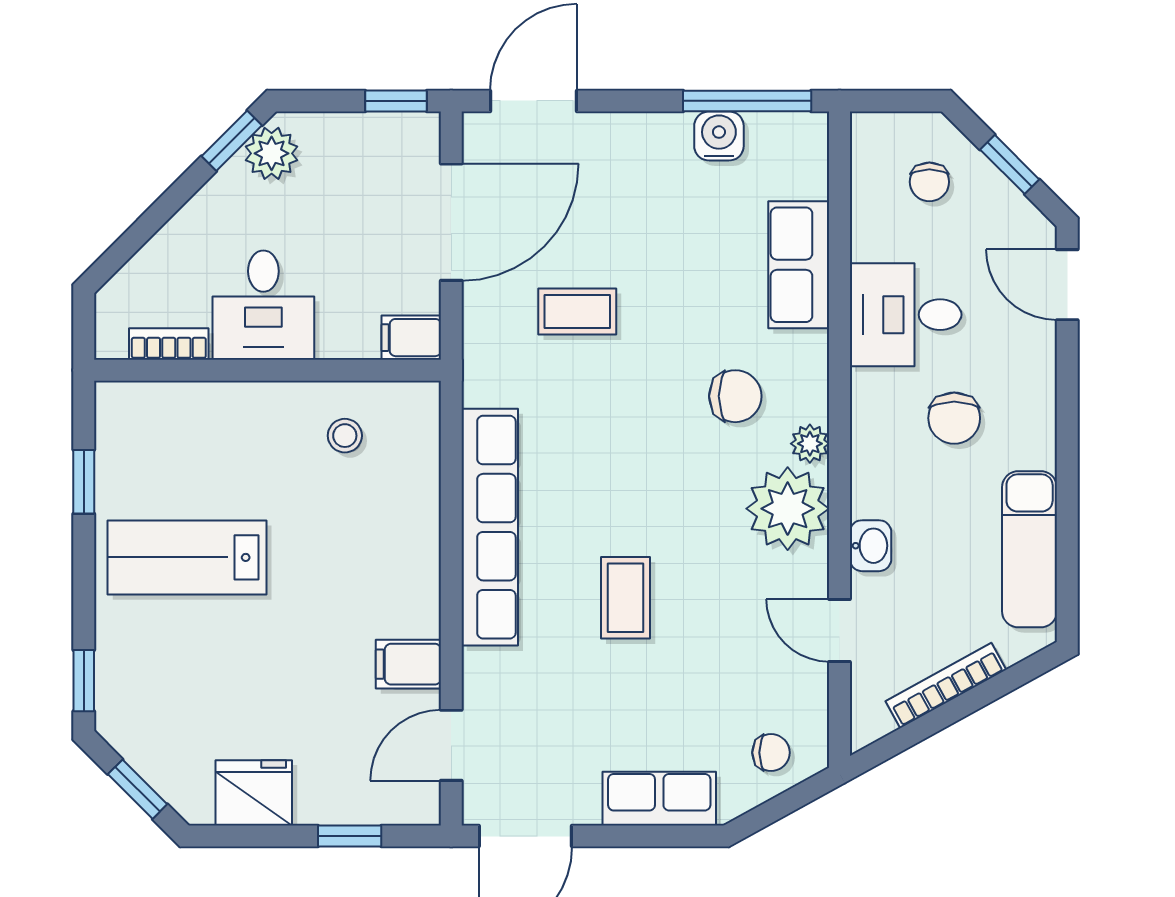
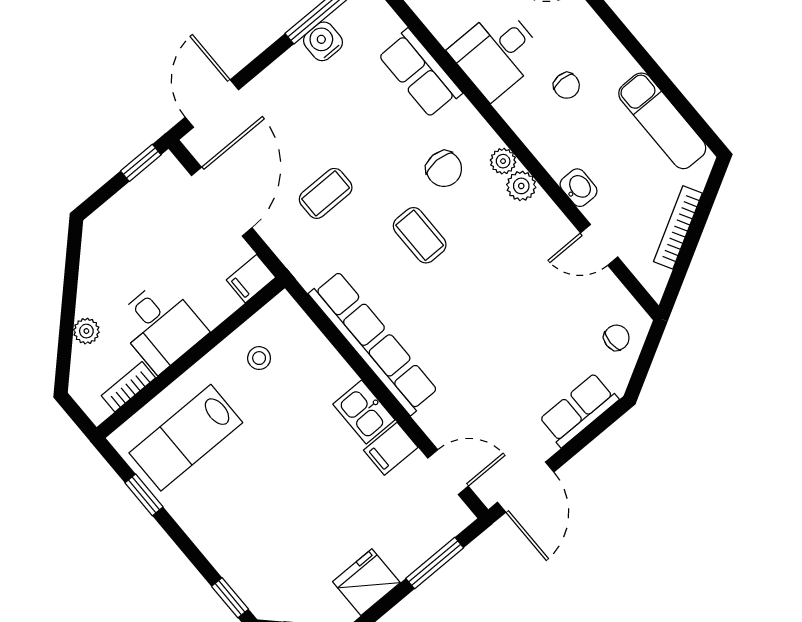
window: (232, 141) -> (73, 254), removed
plant: (272, 153) -> (86, 331), moved, width x0.73, depth x0.73
chair: (735, 396) -> (444, 169), turned 90
chair: (954, 418) -> (567, 86), width x0.73, depth x0.73
plant: (788, 509) -> (521, 186), width x0.53, depth x0.53
lab bench: (187, 557) -> (186, 438), moved
kitchen sink: (413, 597) -> (364, 412), added
coffee table: (625, 598) -> (420, 235), moved
door: (451, 745) -> (448, 472), swing flipped
window: (350, 836) -> (435, 563), width x1.50

